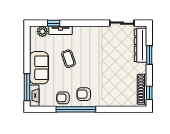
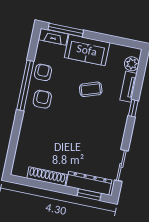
window: (54, 23) -> (133, 108), moved
window: (149, 55) -> (89, 195), moved
shoe rack: (142, 89) -> (47, 176), moved
window: (149, 93) -> (27, 182), removed

